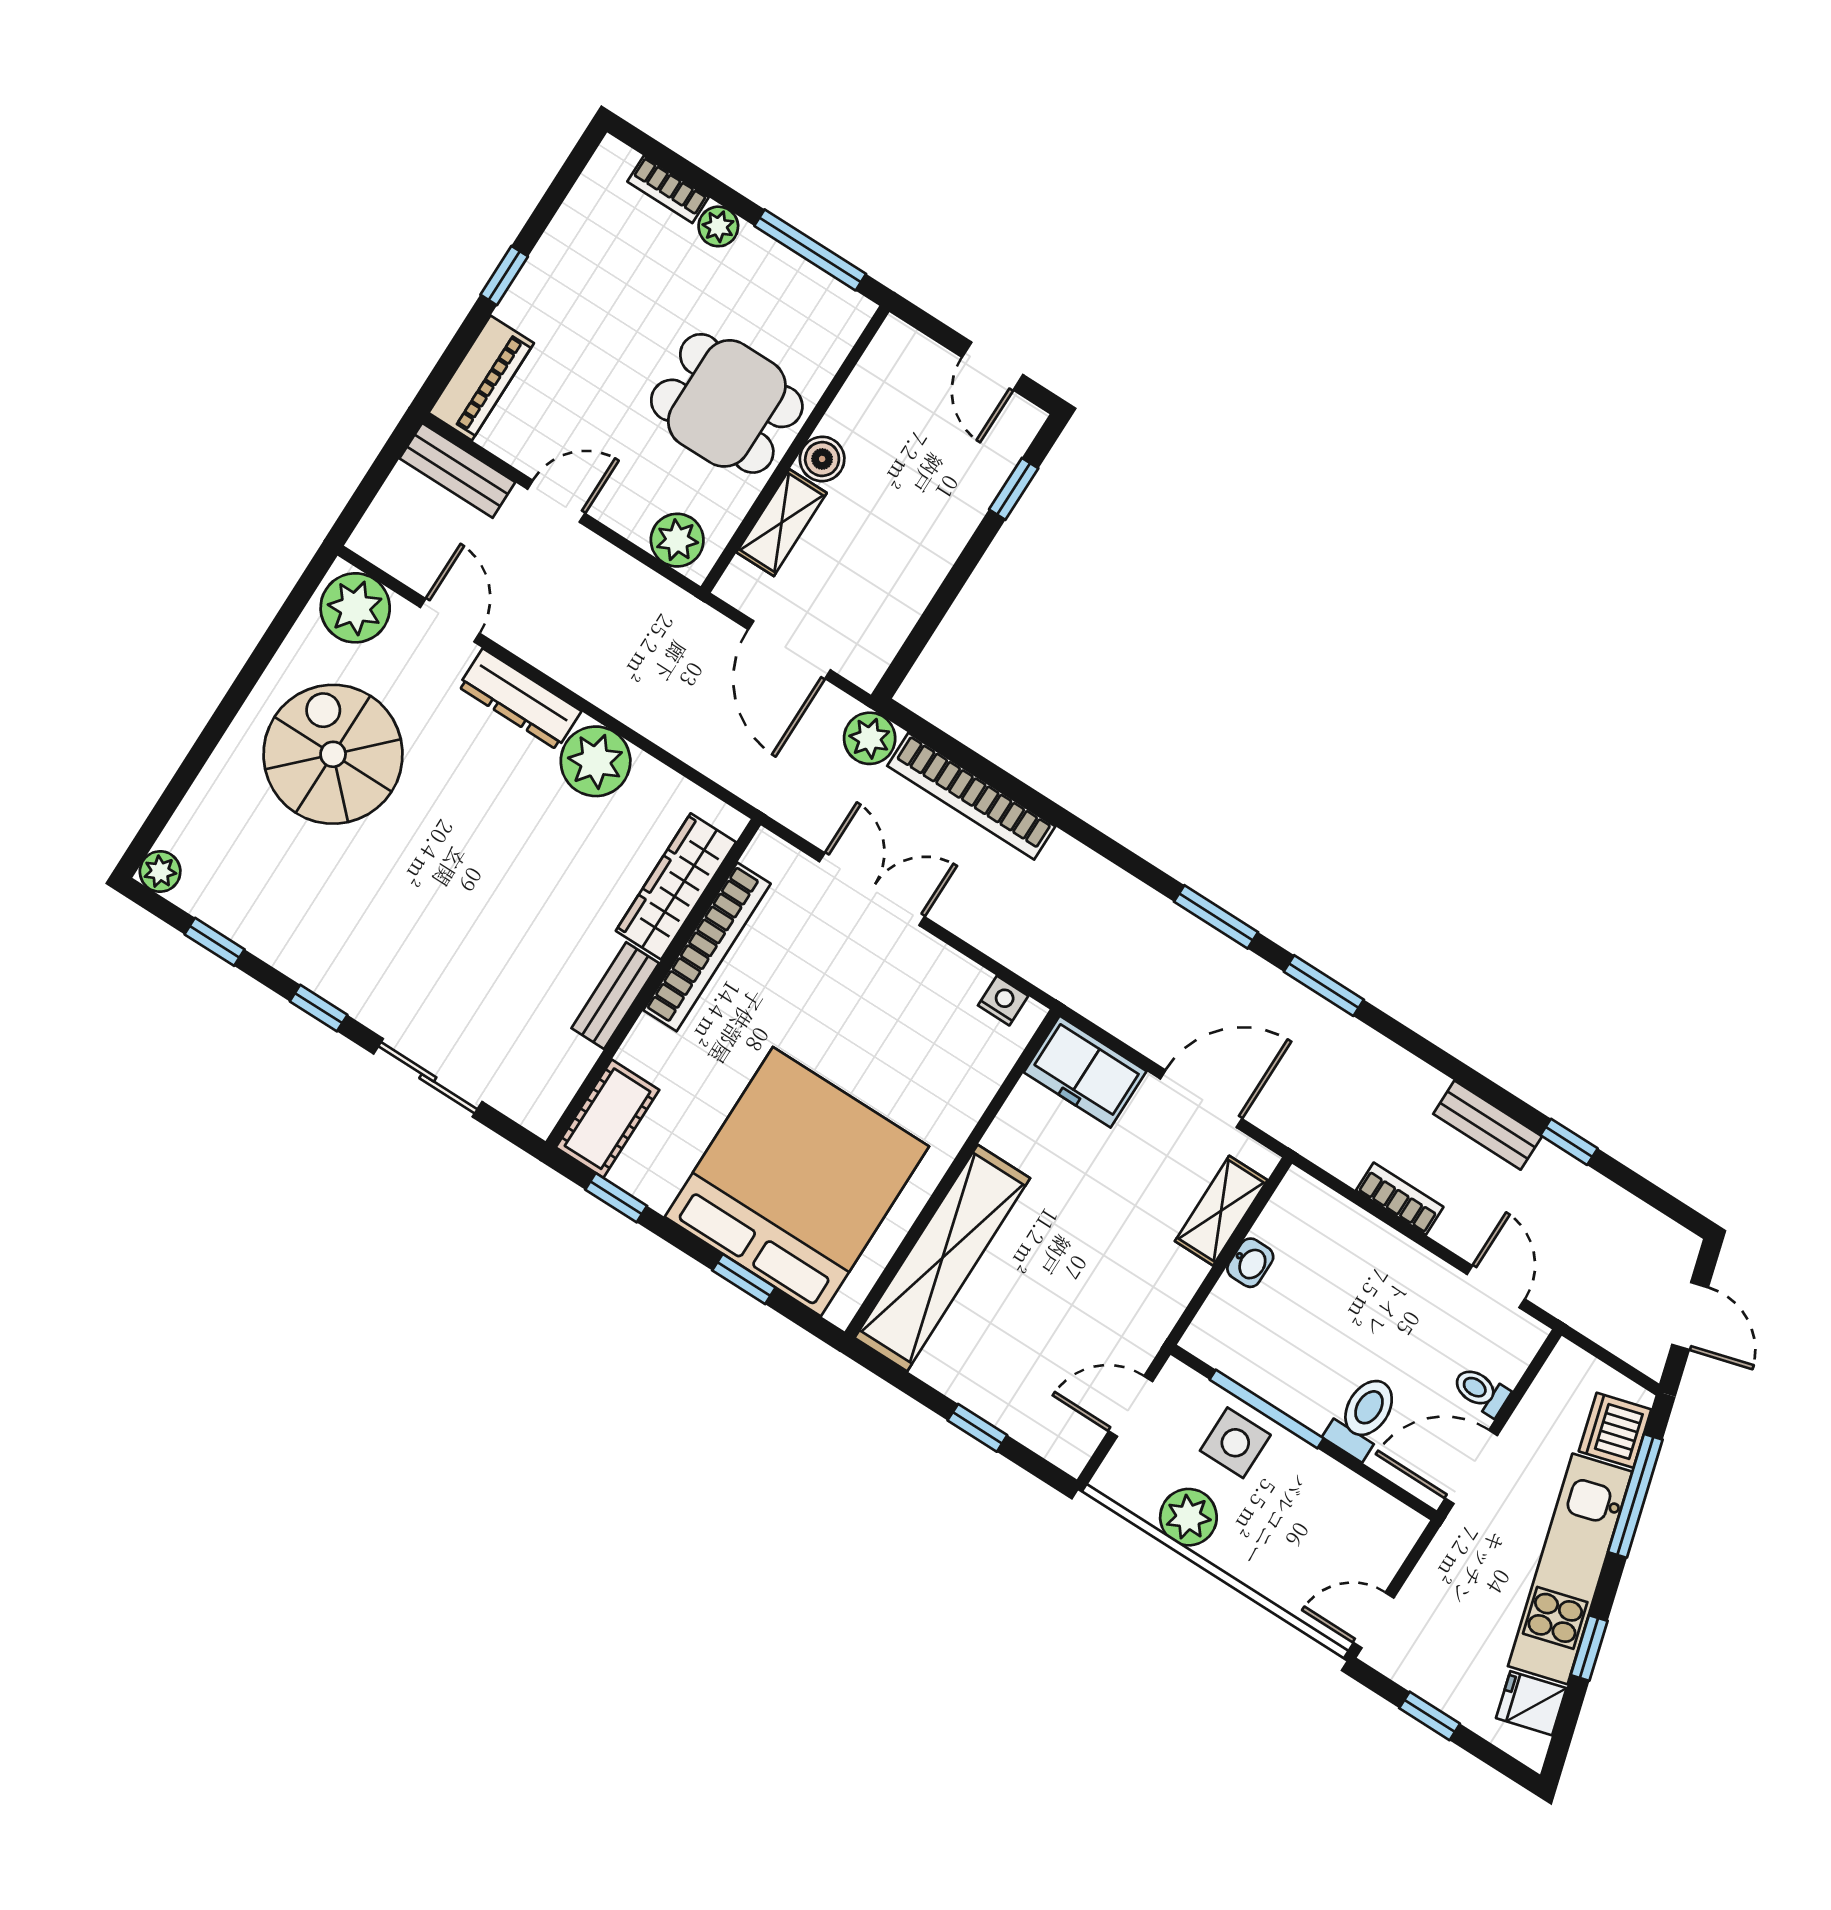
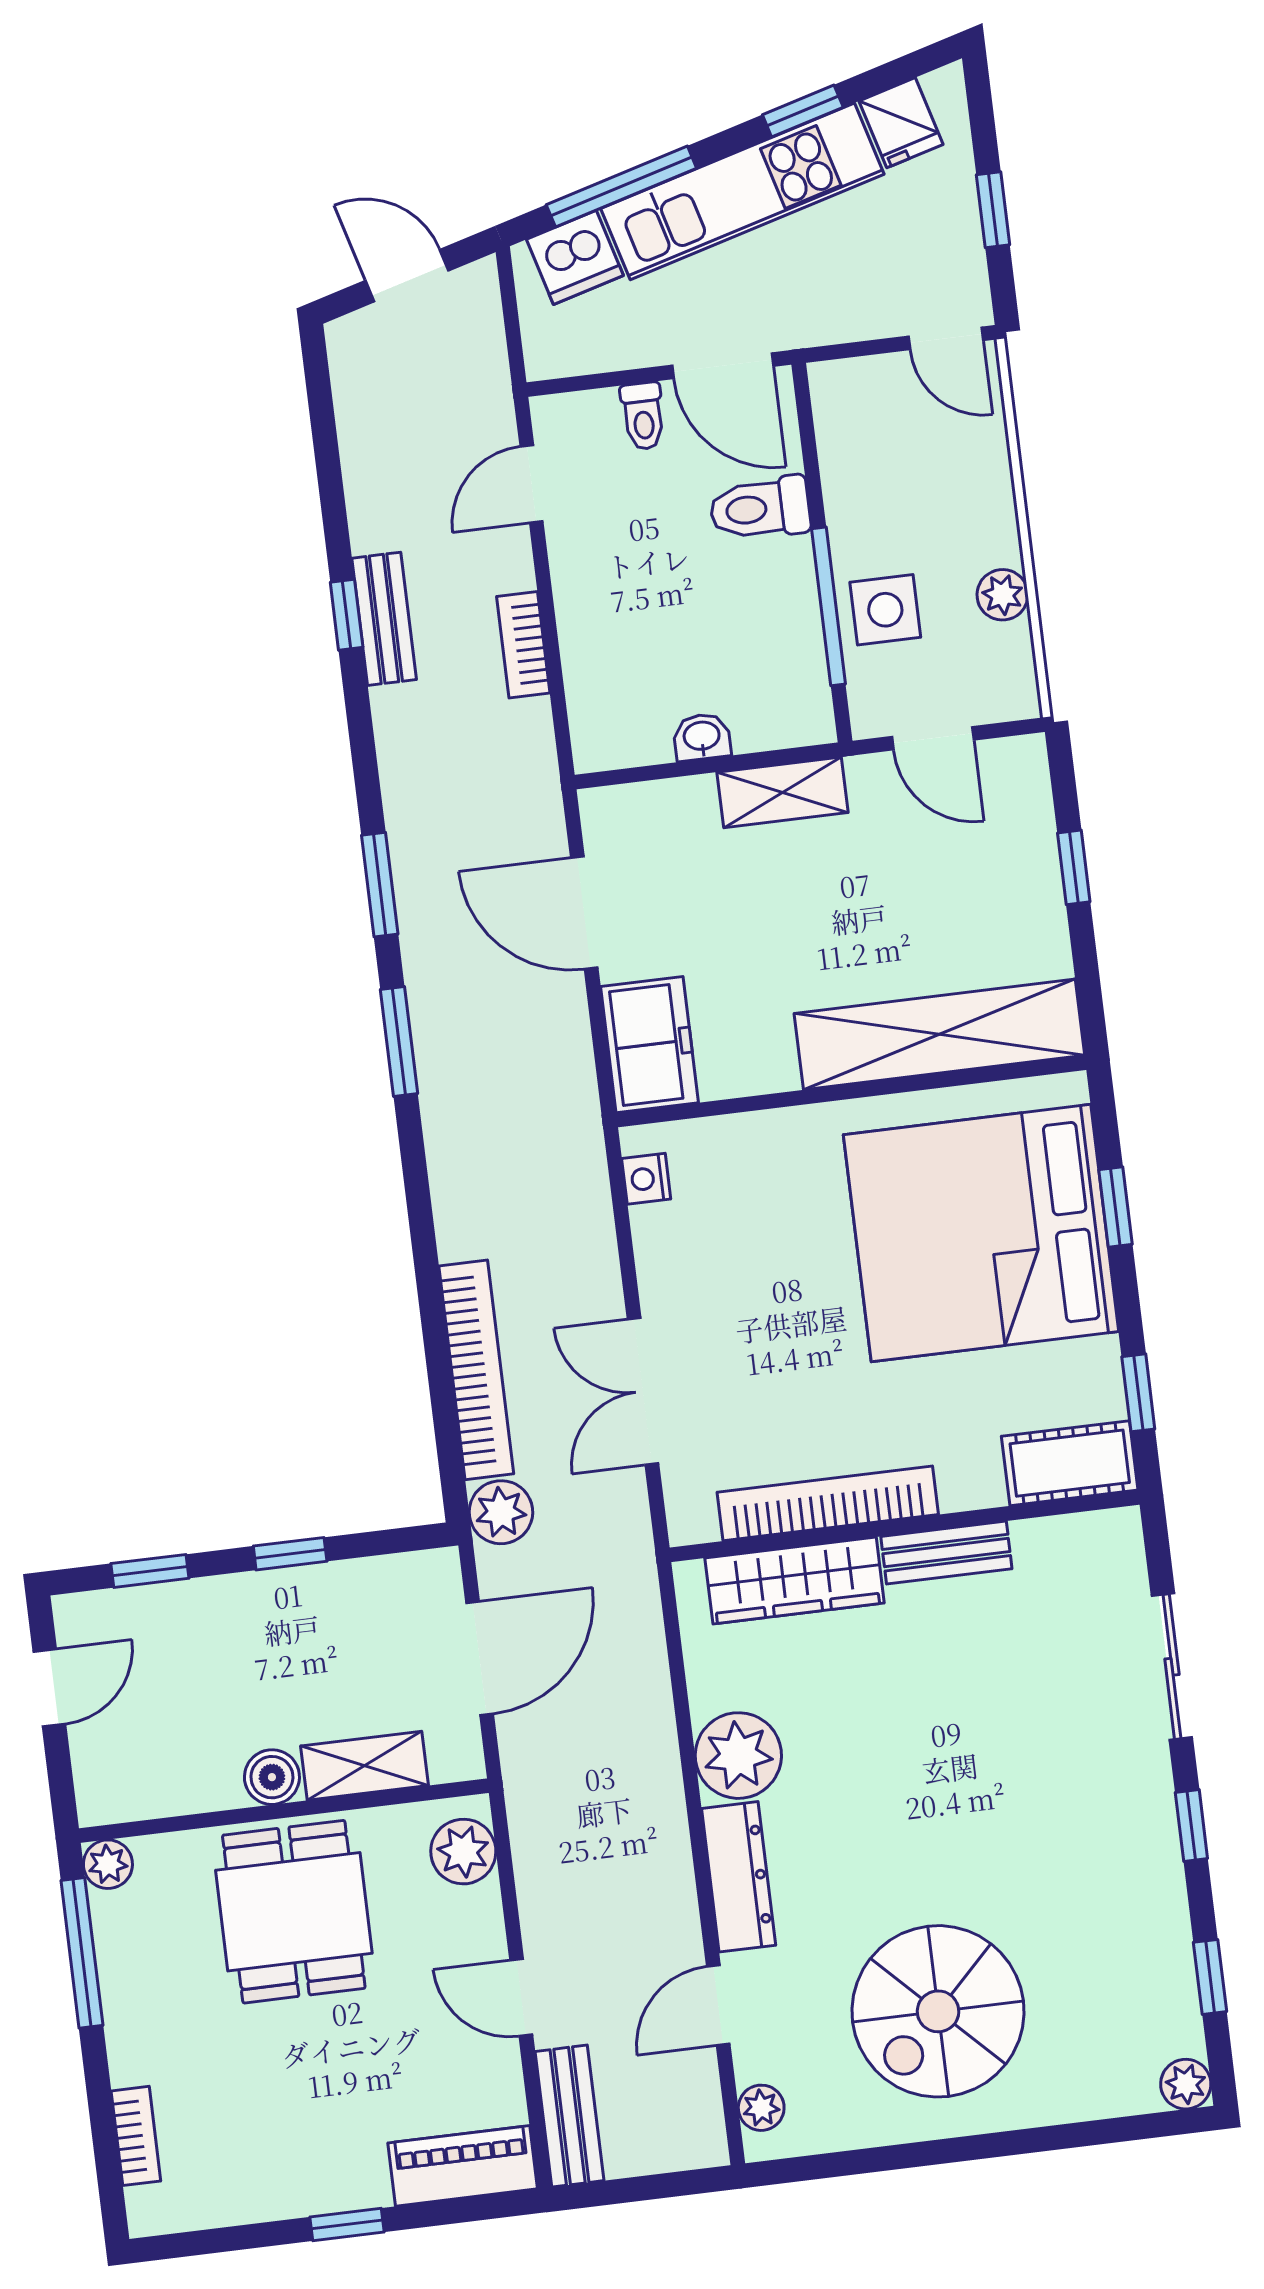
plant: (718, 226) -> (108, 1864), moved
window: (952, 585) -> (290, 1554), added
plant: (355, 608) -> (761, 2108), width x0.53, depth x0.53
window: (1569, 1142) -> (347, 615), moved
shelving: (1221, 1211) -> (782, 792), moved
door: (1690, 1316) -> (407, 276), hinge flipped
plant: (1188, 1517) -> (1002, 595), width x0.73, depth x0.73

